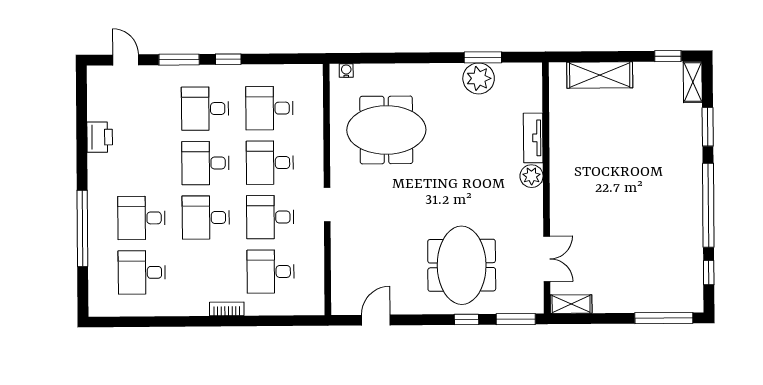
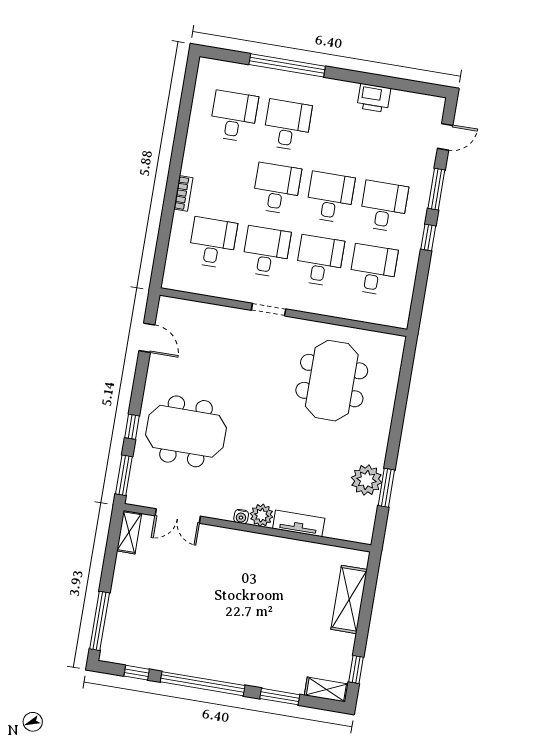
water cooler: (346, 71) -> (241, 516), moved, turned 90

